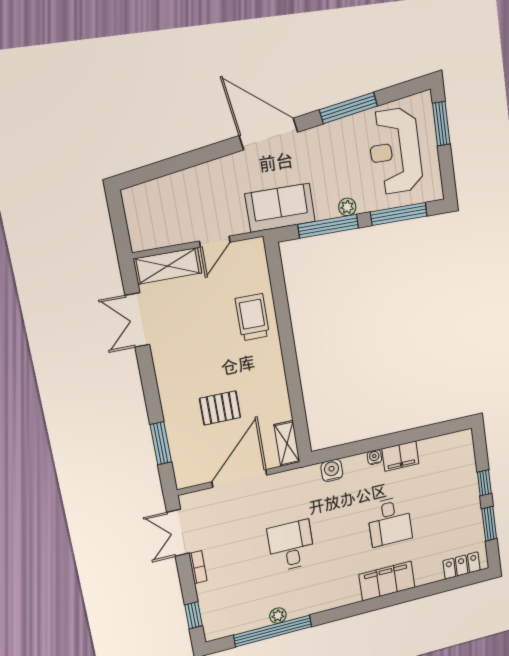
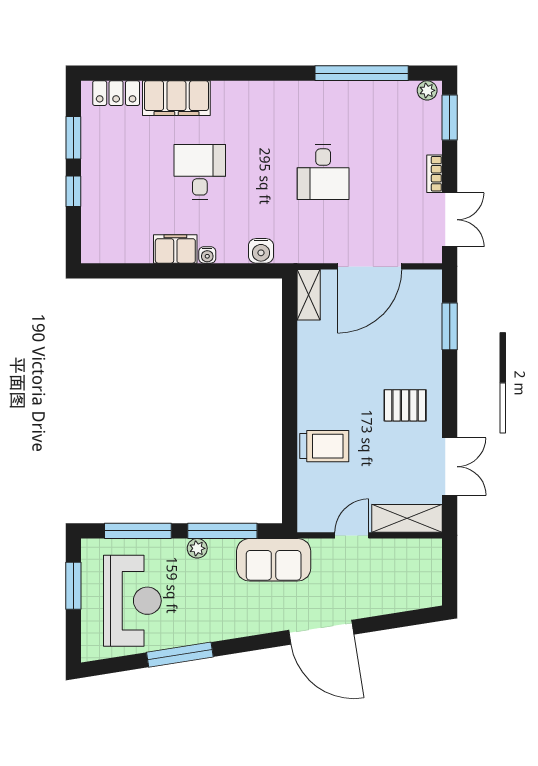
window: (441, 124) -> (73, 586), moved
door: (269, 134) -> (321, 632), moved
trolley: (252, 317) -> (324, 446), turned -90
pallet: (220, 408) -> (405, 405), moved
filing cabinet: (387, 581) -> (176, 98), moved
window: (194, 615) -> (450, 117), width x1.50
plant: (278, 616) -> (427, 90), moved

